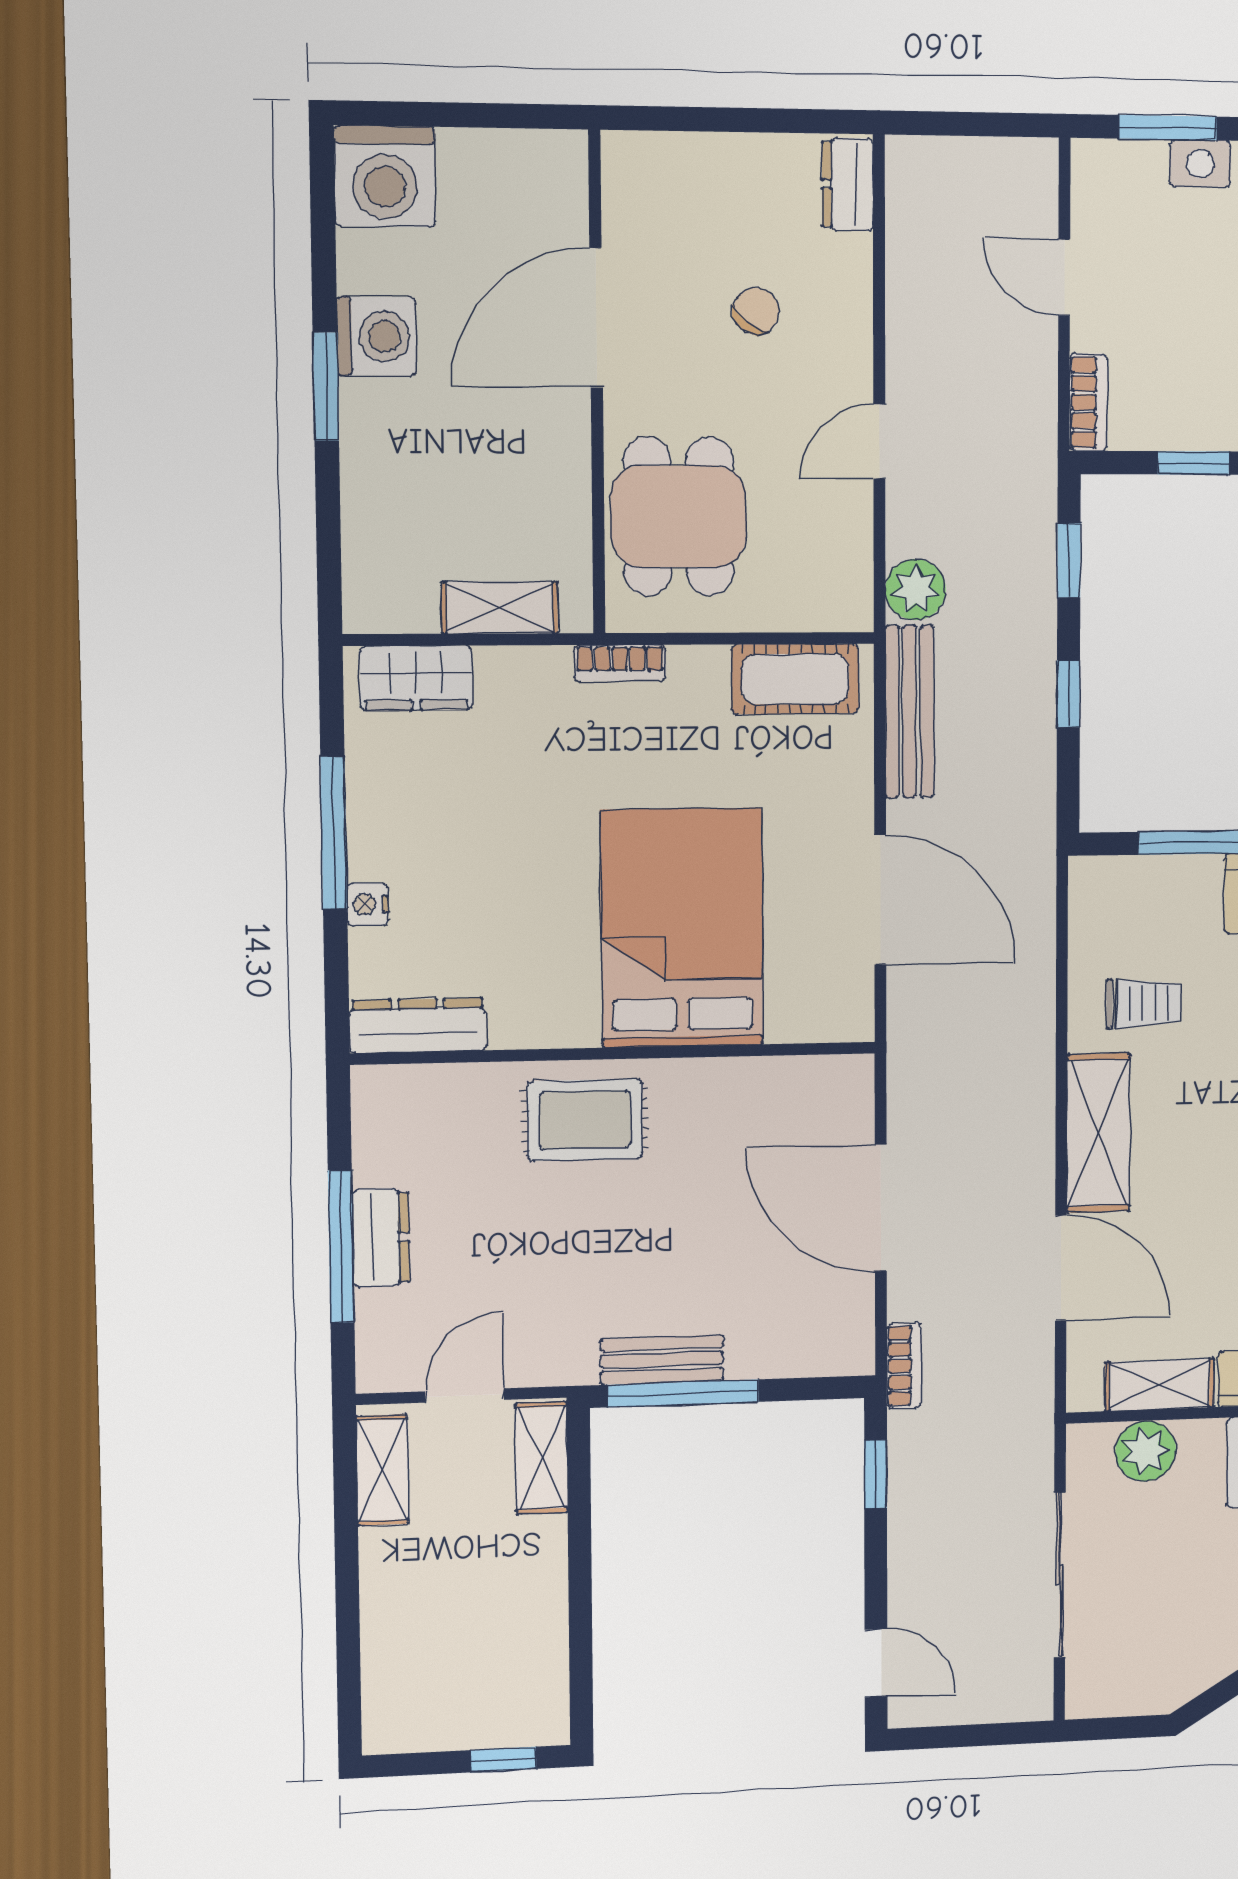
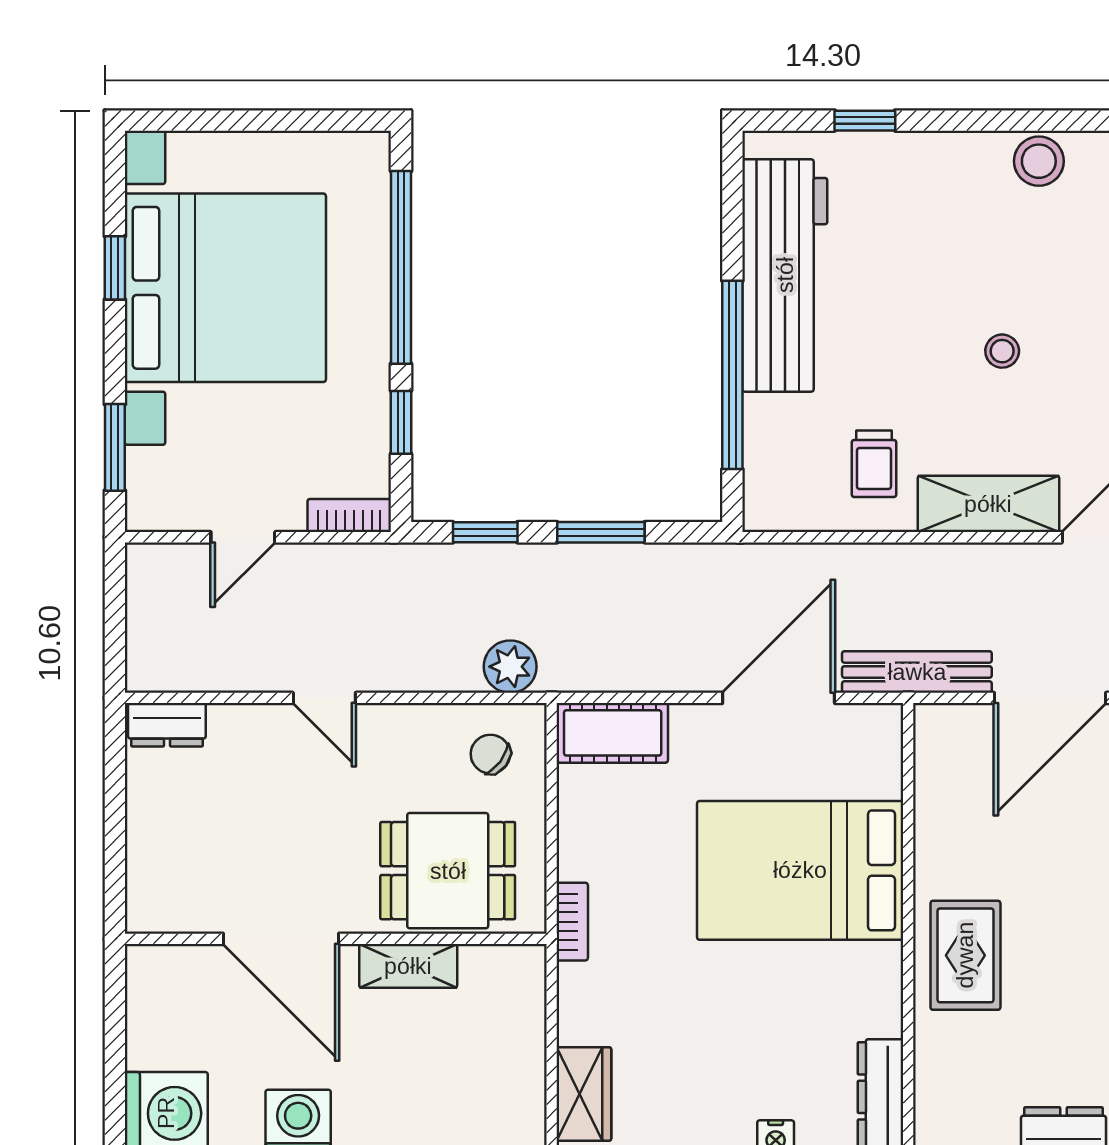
chair: (756, 311) -> (490, 754), moved
door: (879, 442) -> (324, 698), moved
shelving: (500, 608) -> (408, 966), moved, turned 90
cot: (795, 679) -> (613, 733), moved, turned 90
window: (1068, 694) -> (601, 532), width x1.50
bench: (910, 711) -> (917, 672), moved
trolley: (1144, 1003) -> (874, 464), turned 180

